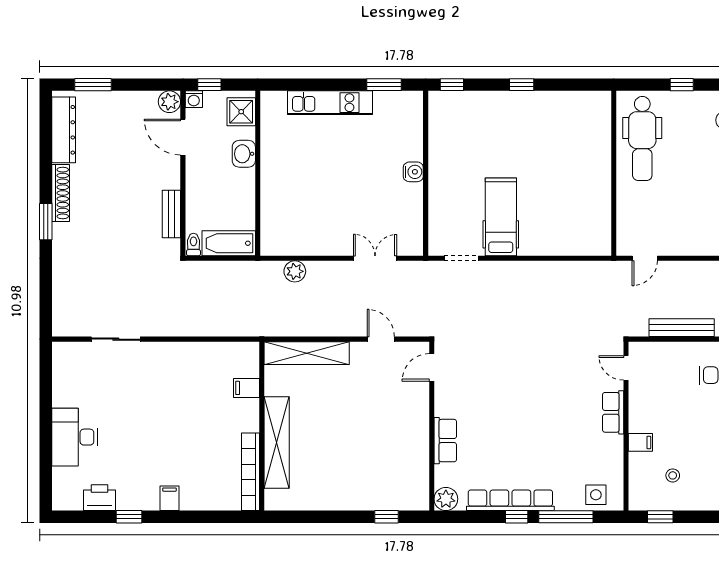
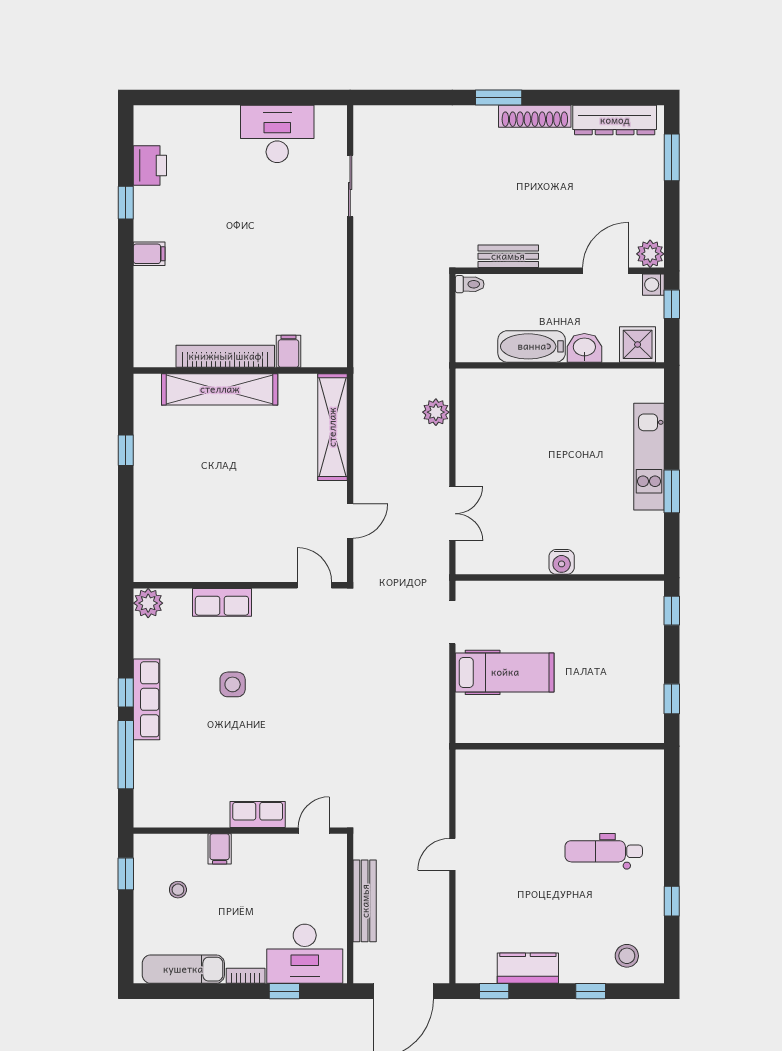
window: (384, 85) -> (672, 491), moved
dental chair: (642, 139) -> (604, 851), width x0.73, depth x0.72
wall: (614, 173) -> (560, 746), moved
bathtub: (229, 243) -> (532, 346), moved, turned -90
door: (645, 258) -> (452, 854), hinge flipped
desk: (75, 437) -> (277, 134), moved
bookcase: (251, 472) -> (225, 356), moved
side table: (596, 495) -> (233, 684), moved
row of seats: (510, 500) -> (147, 699), width x0.73
window: (386, 517) -> (126, 450), moved

